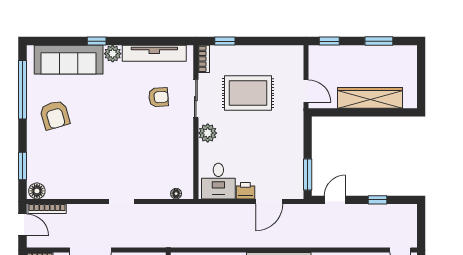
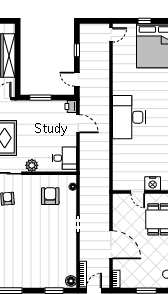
armchair: (55, 115) -> (50, 196), moved, turned -74
window: (308, 174) -> (40, 98), moved
printer: (245, 191) -> (71, 107), moved

